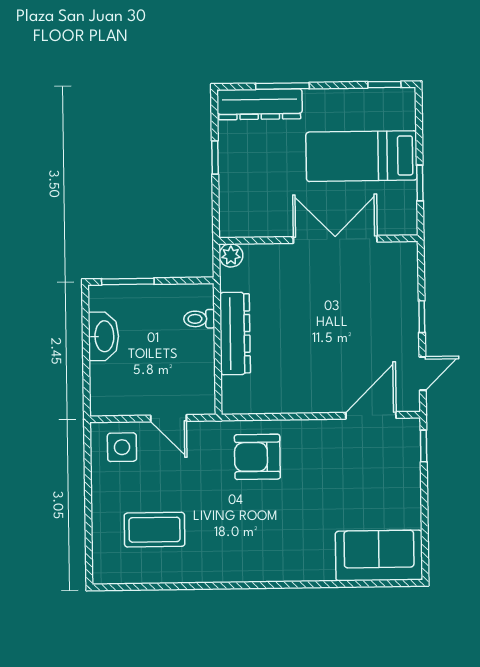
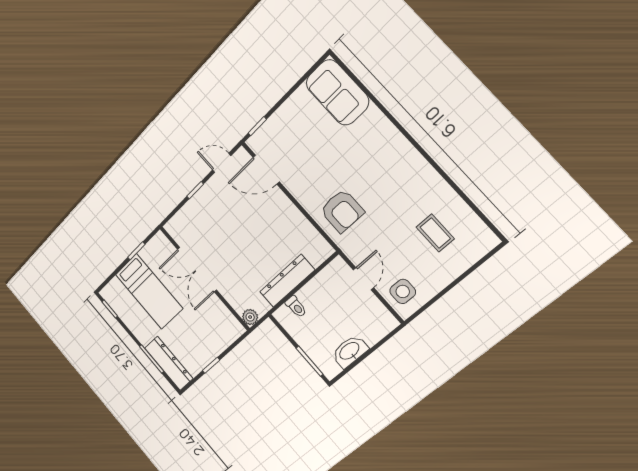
coffee table: (154, 530) -> (435, 233), width x0.73, depth x0.77

